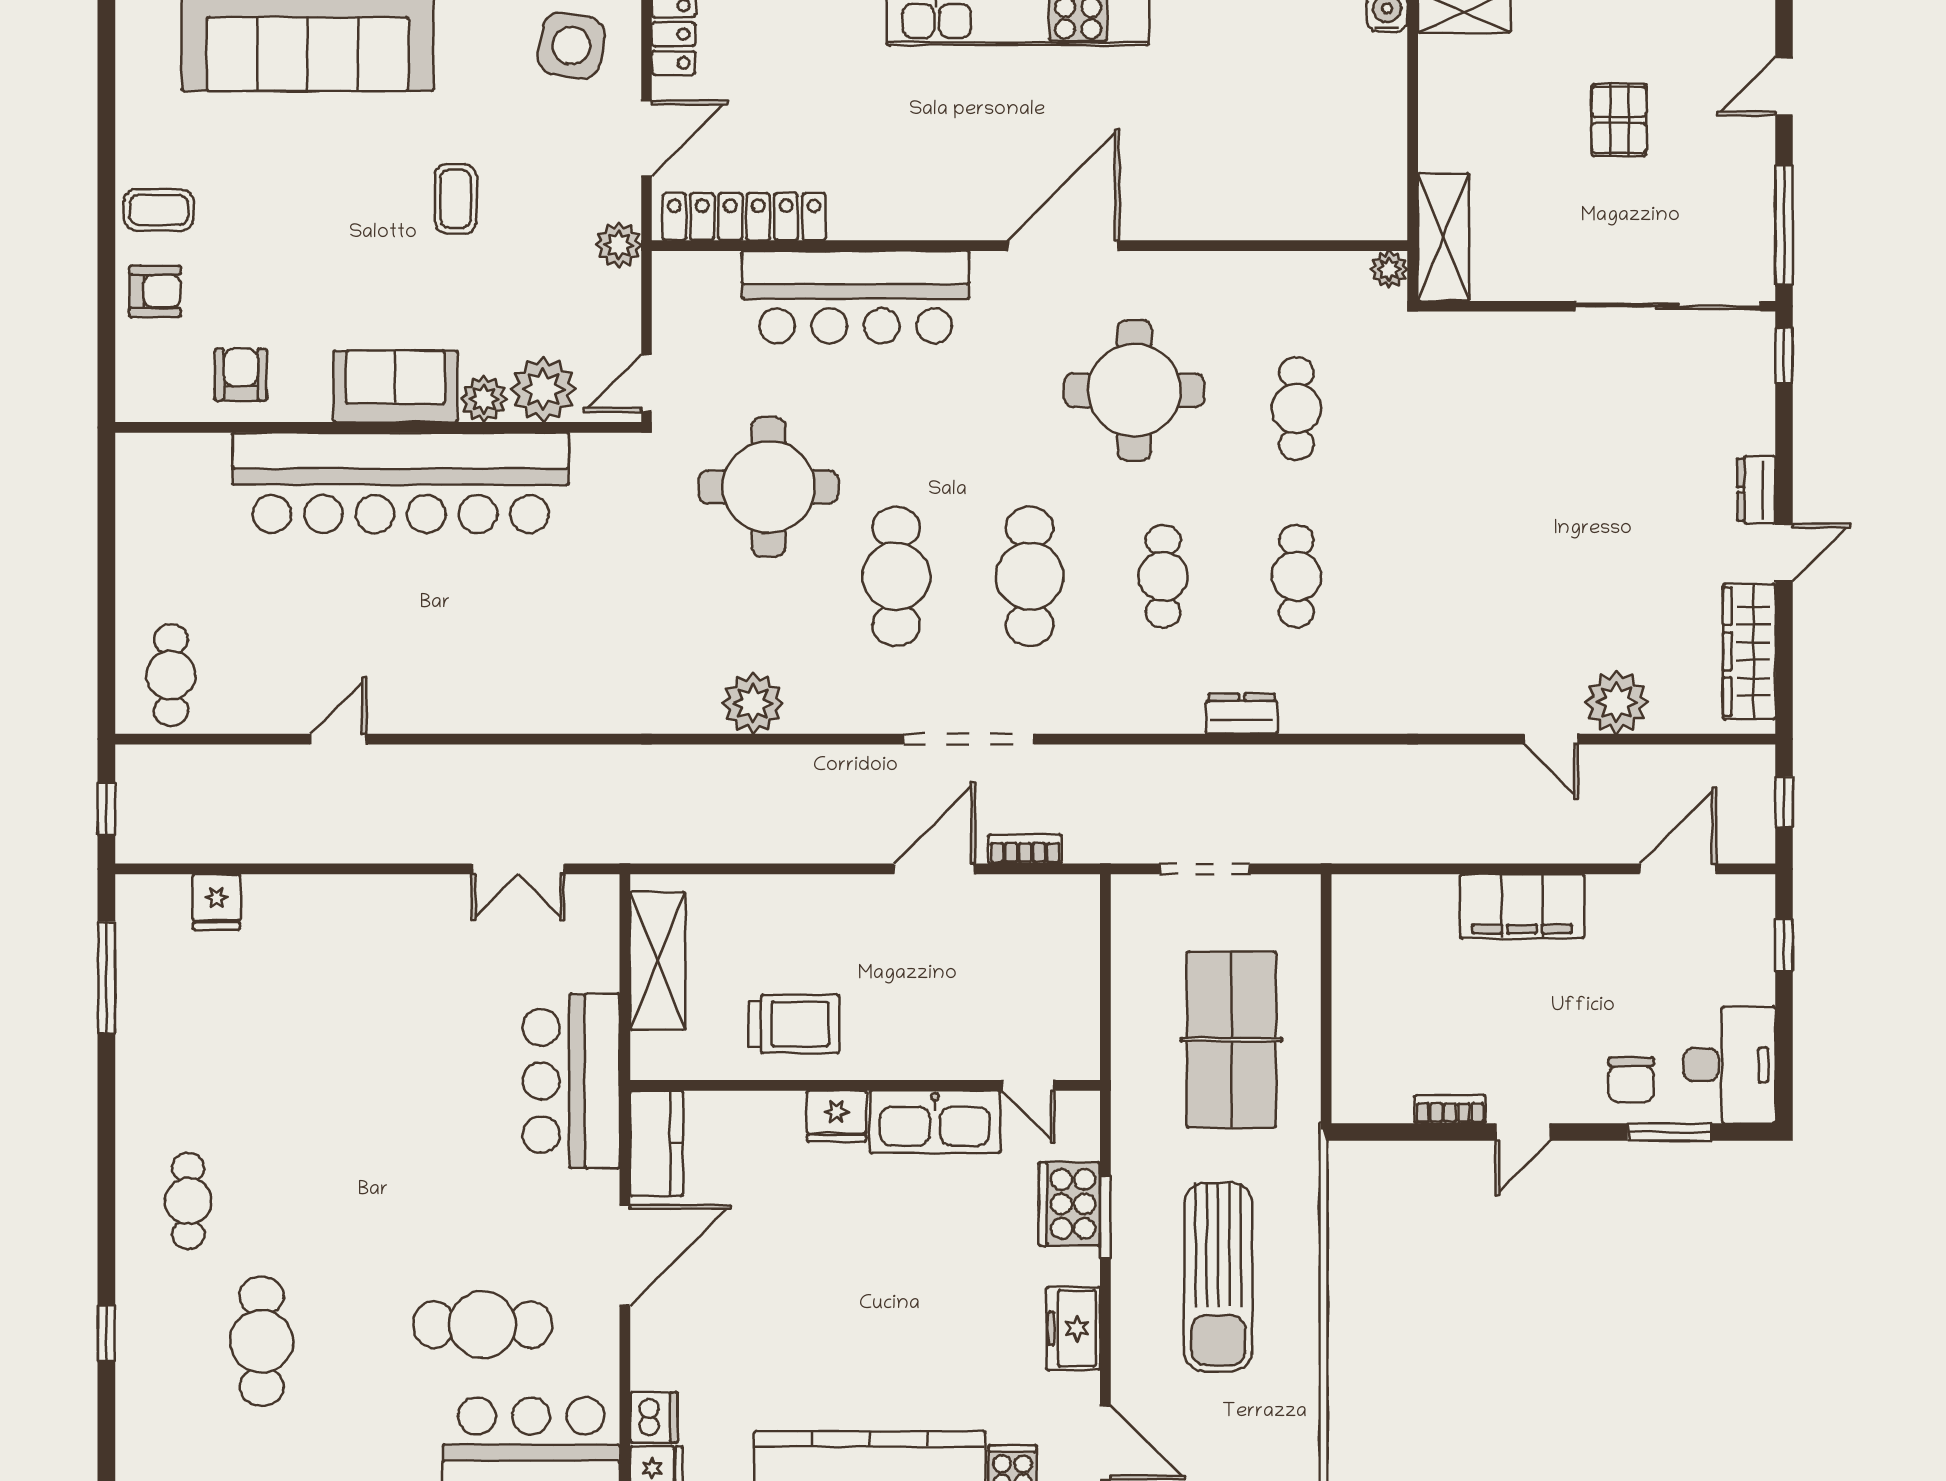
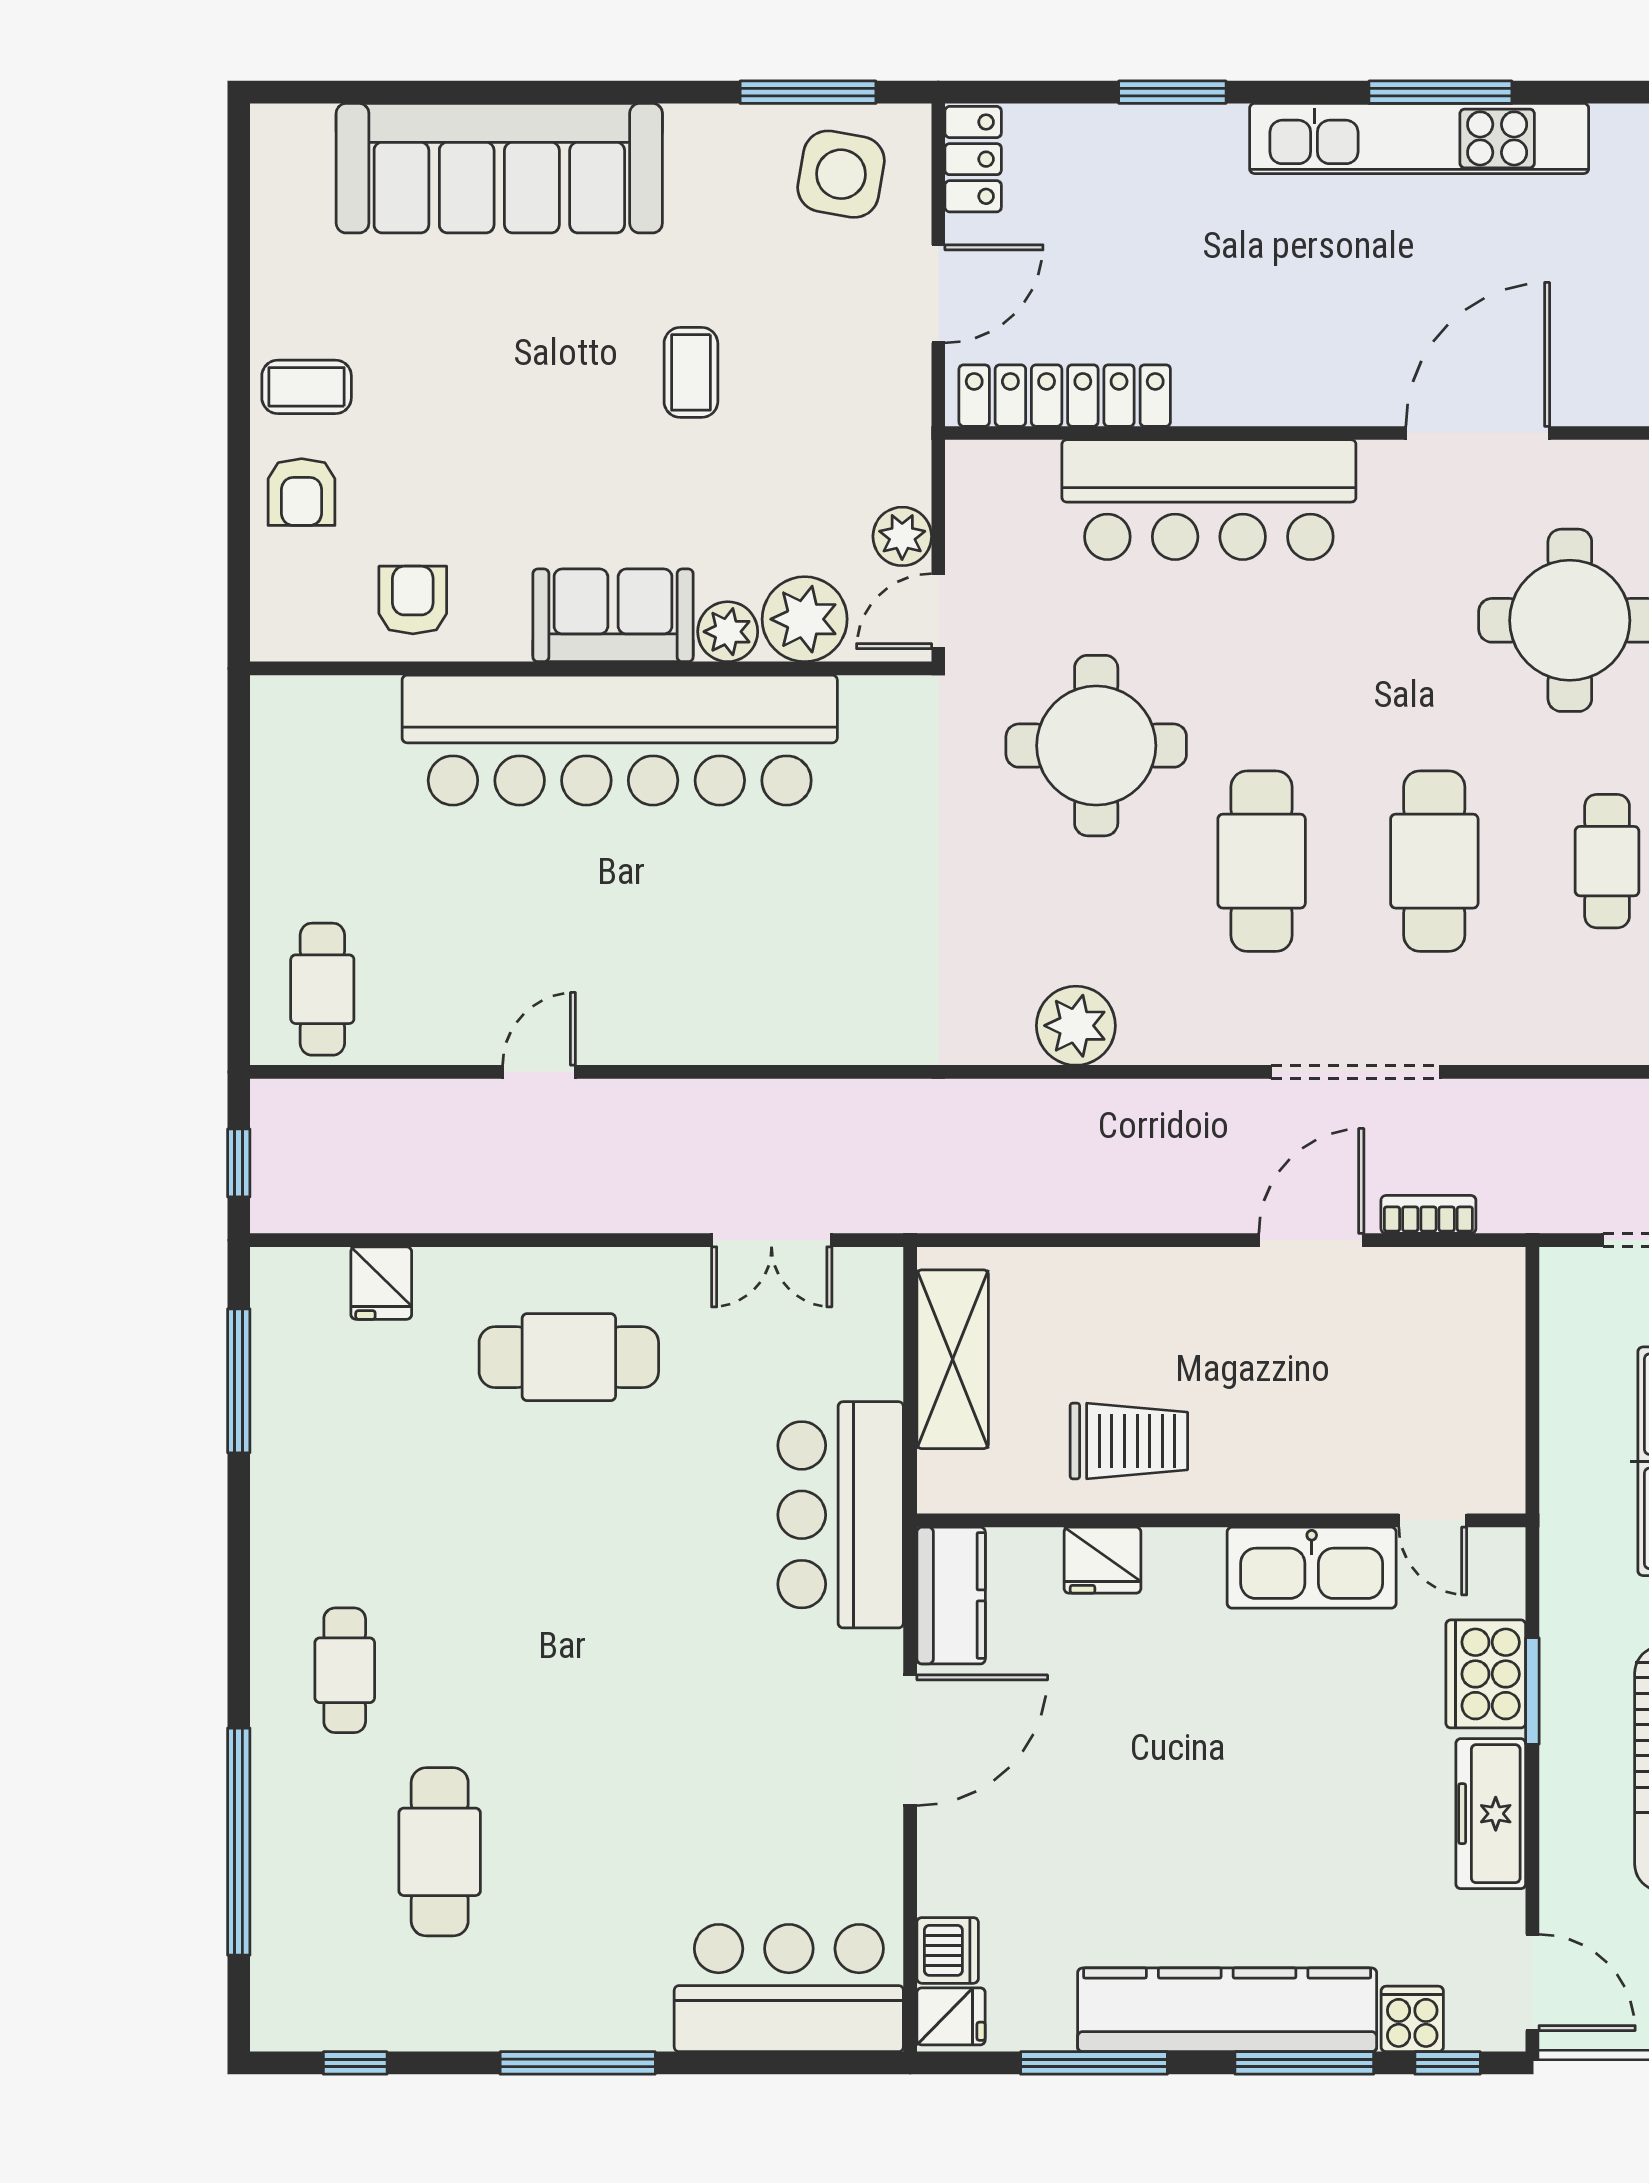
plant: (619, 245) -> (902, 536), moved
armchair: (155, 291) -> (302, 492), turned 90
fridge: (837, 1116) -> (1102, 1560), moved
cafe table: (482, 1325) -> (569, 1357), moved
freezer: (1073, 1328) -> (1491, 1814), width x1.40
window: (106, 1333) -> (239, 1842), width x3.17

